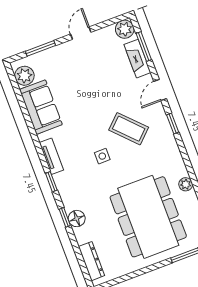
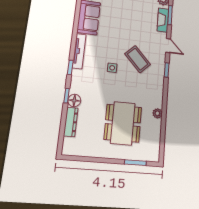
door: (160, 90) -> (168, 46), swing flipped
tv unit: (51, 156) -> (79, 51), width x1.41
dining table: (148, 217) -> (123, 123), width x0.73, depth x0.80
dresser: (92, 261) -> (71, 122), moved

